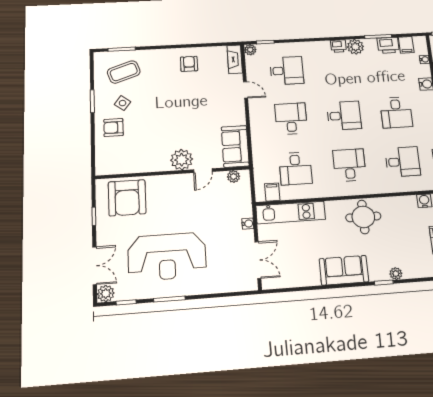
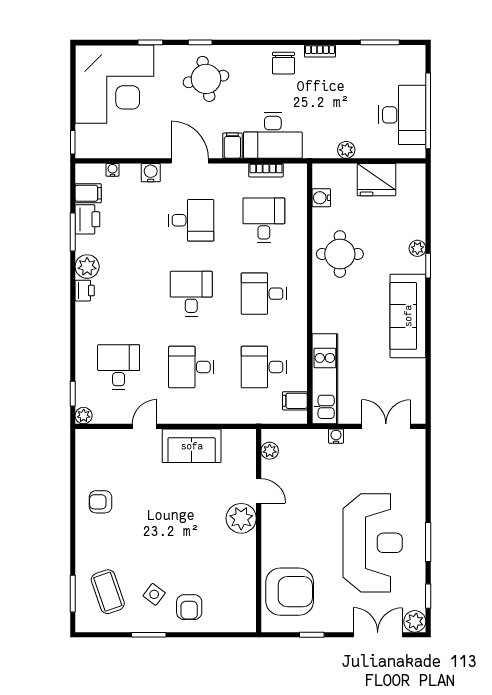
fireplace: (235, 59) -> (97, 438), removed
sofa: (235, 146) -> (192, 446), moved
desk: (295, 168) -> (264, 367), turned 180
round table: (363, 217) -> (340, 254), moved
sofa: (344, 270) -> (408, 316), width x1.36

